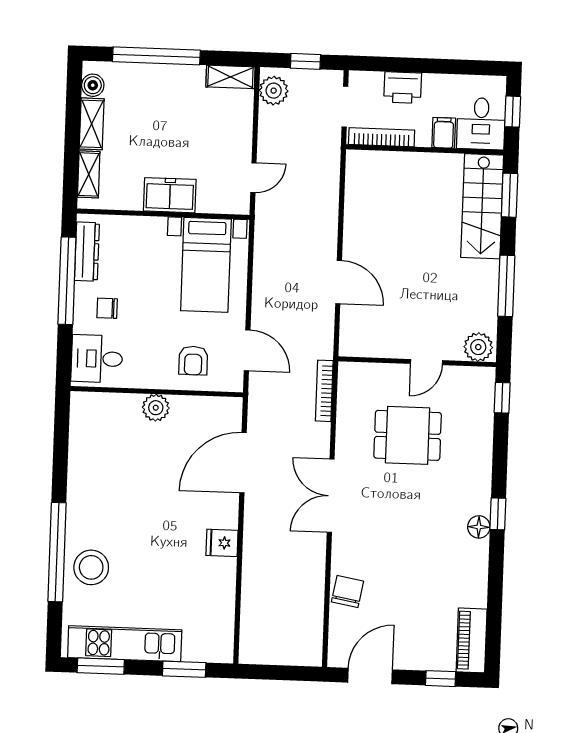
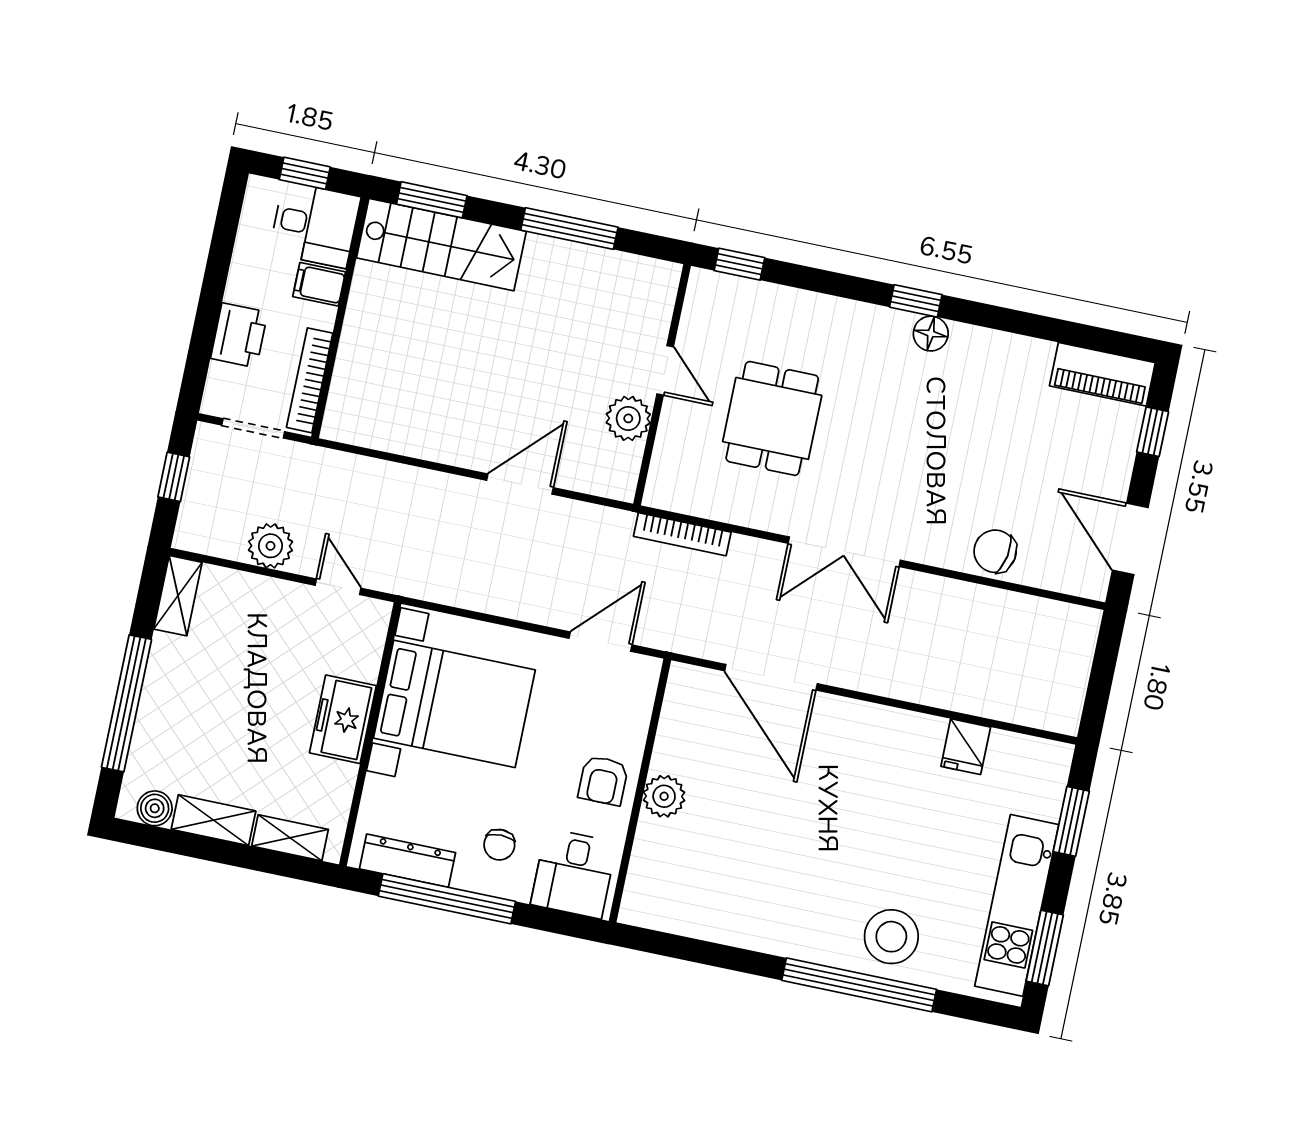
plant: (274, 91) -> (271, 546), moved
bed with nightstands: (206, 265) -> (454, 704), width x1.36
plant: (478, 347) -> (628, 418), moved
armchair: (193, 361) -> (603, 780), moved, turned 90
fridge: (222, 543) -> (966, 747), moved

